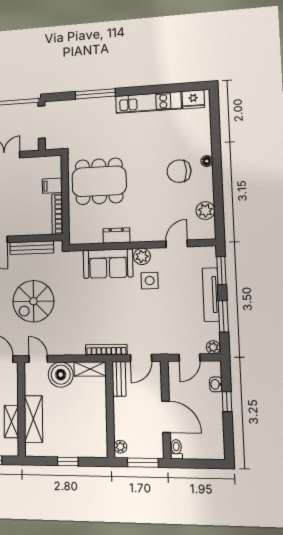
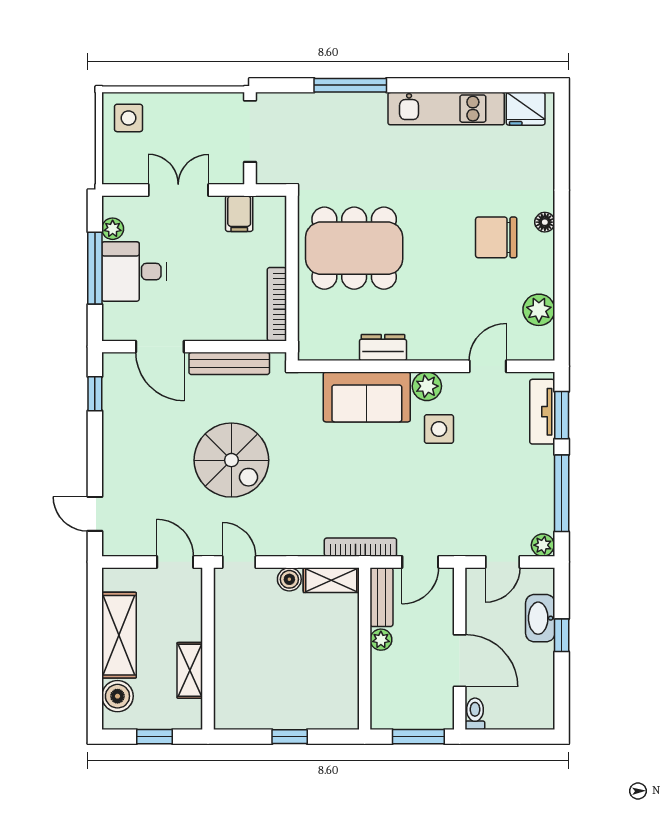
filing cabinet: (52, 186) -> (239, 214), moved, turned -90
tv unit: (211, 295) -> (542, 412), moved, width x0.71
spiral stairs: (33, 301) -> (231, 460), turned -90
window: (223, 316) -> (562, 493), width x1.44
boiler: (61, 375) -> (289, 579), width x0.54, depth x0.54
washbasin: (216, 384) -> (540, 618), width x1.91, depth x1.45
shelving: (33, 419) -> (230, 666), removed
plant: (120, 447) -> (381, 640), moved

